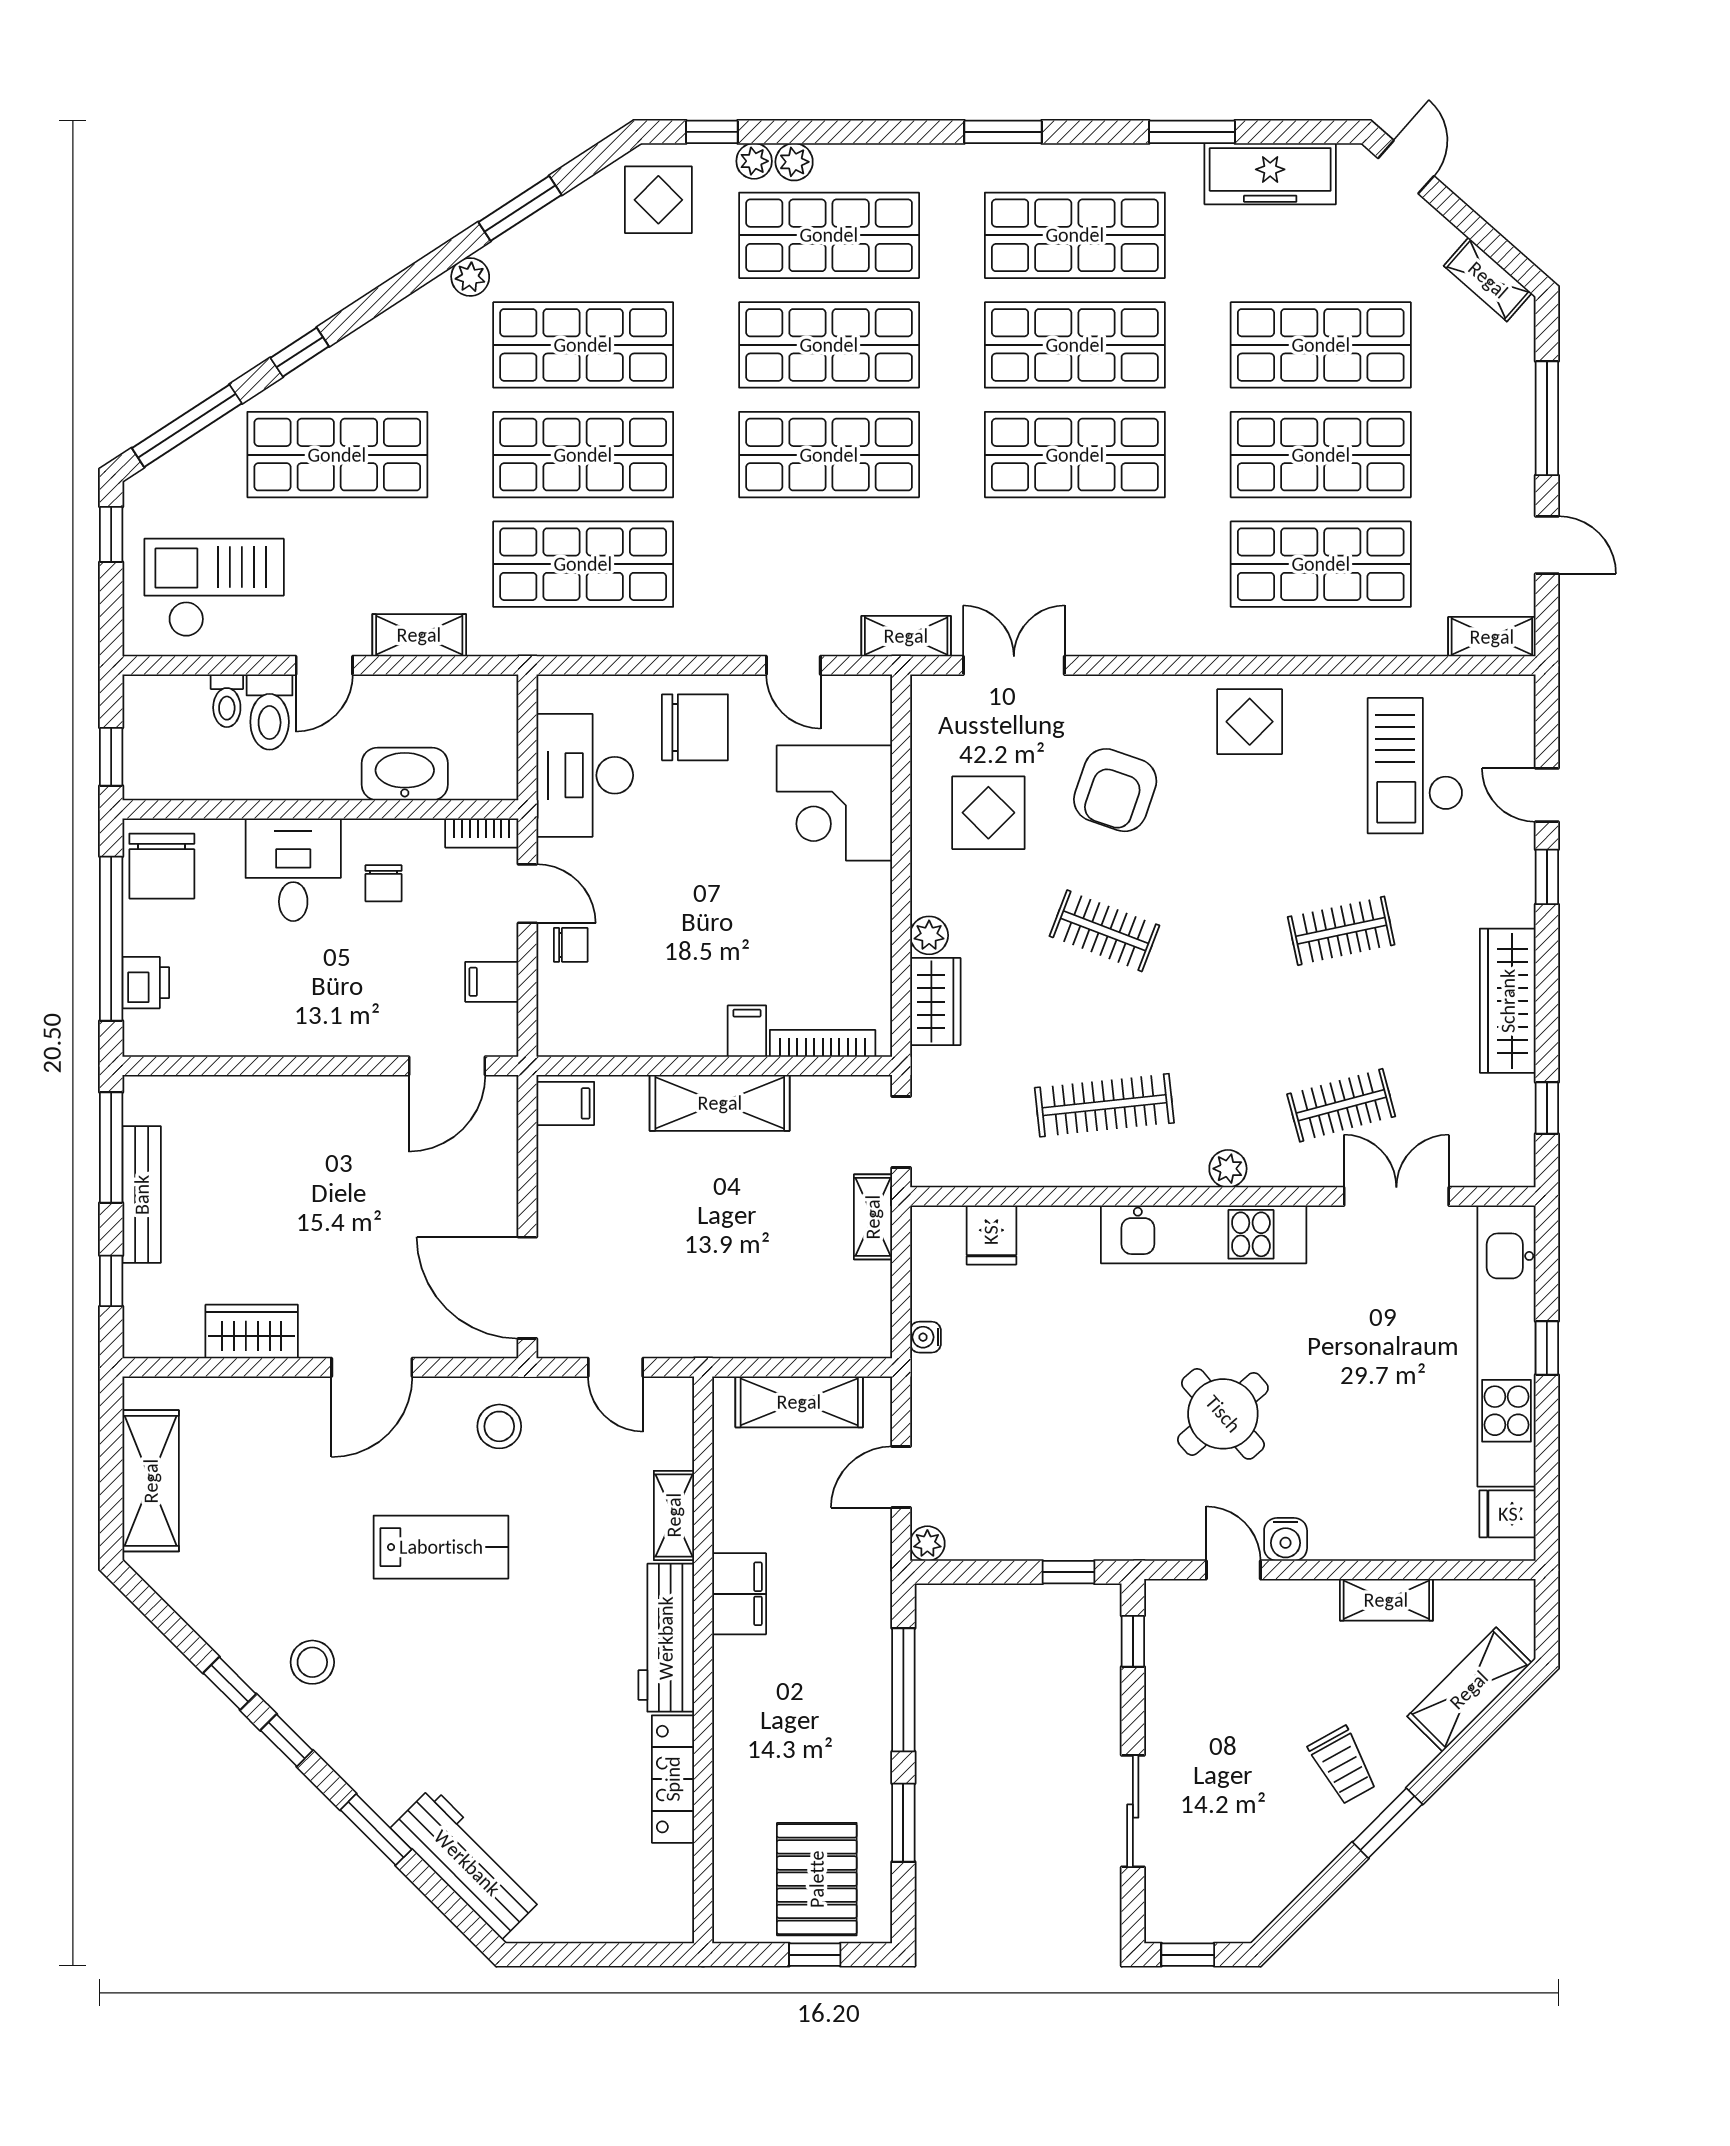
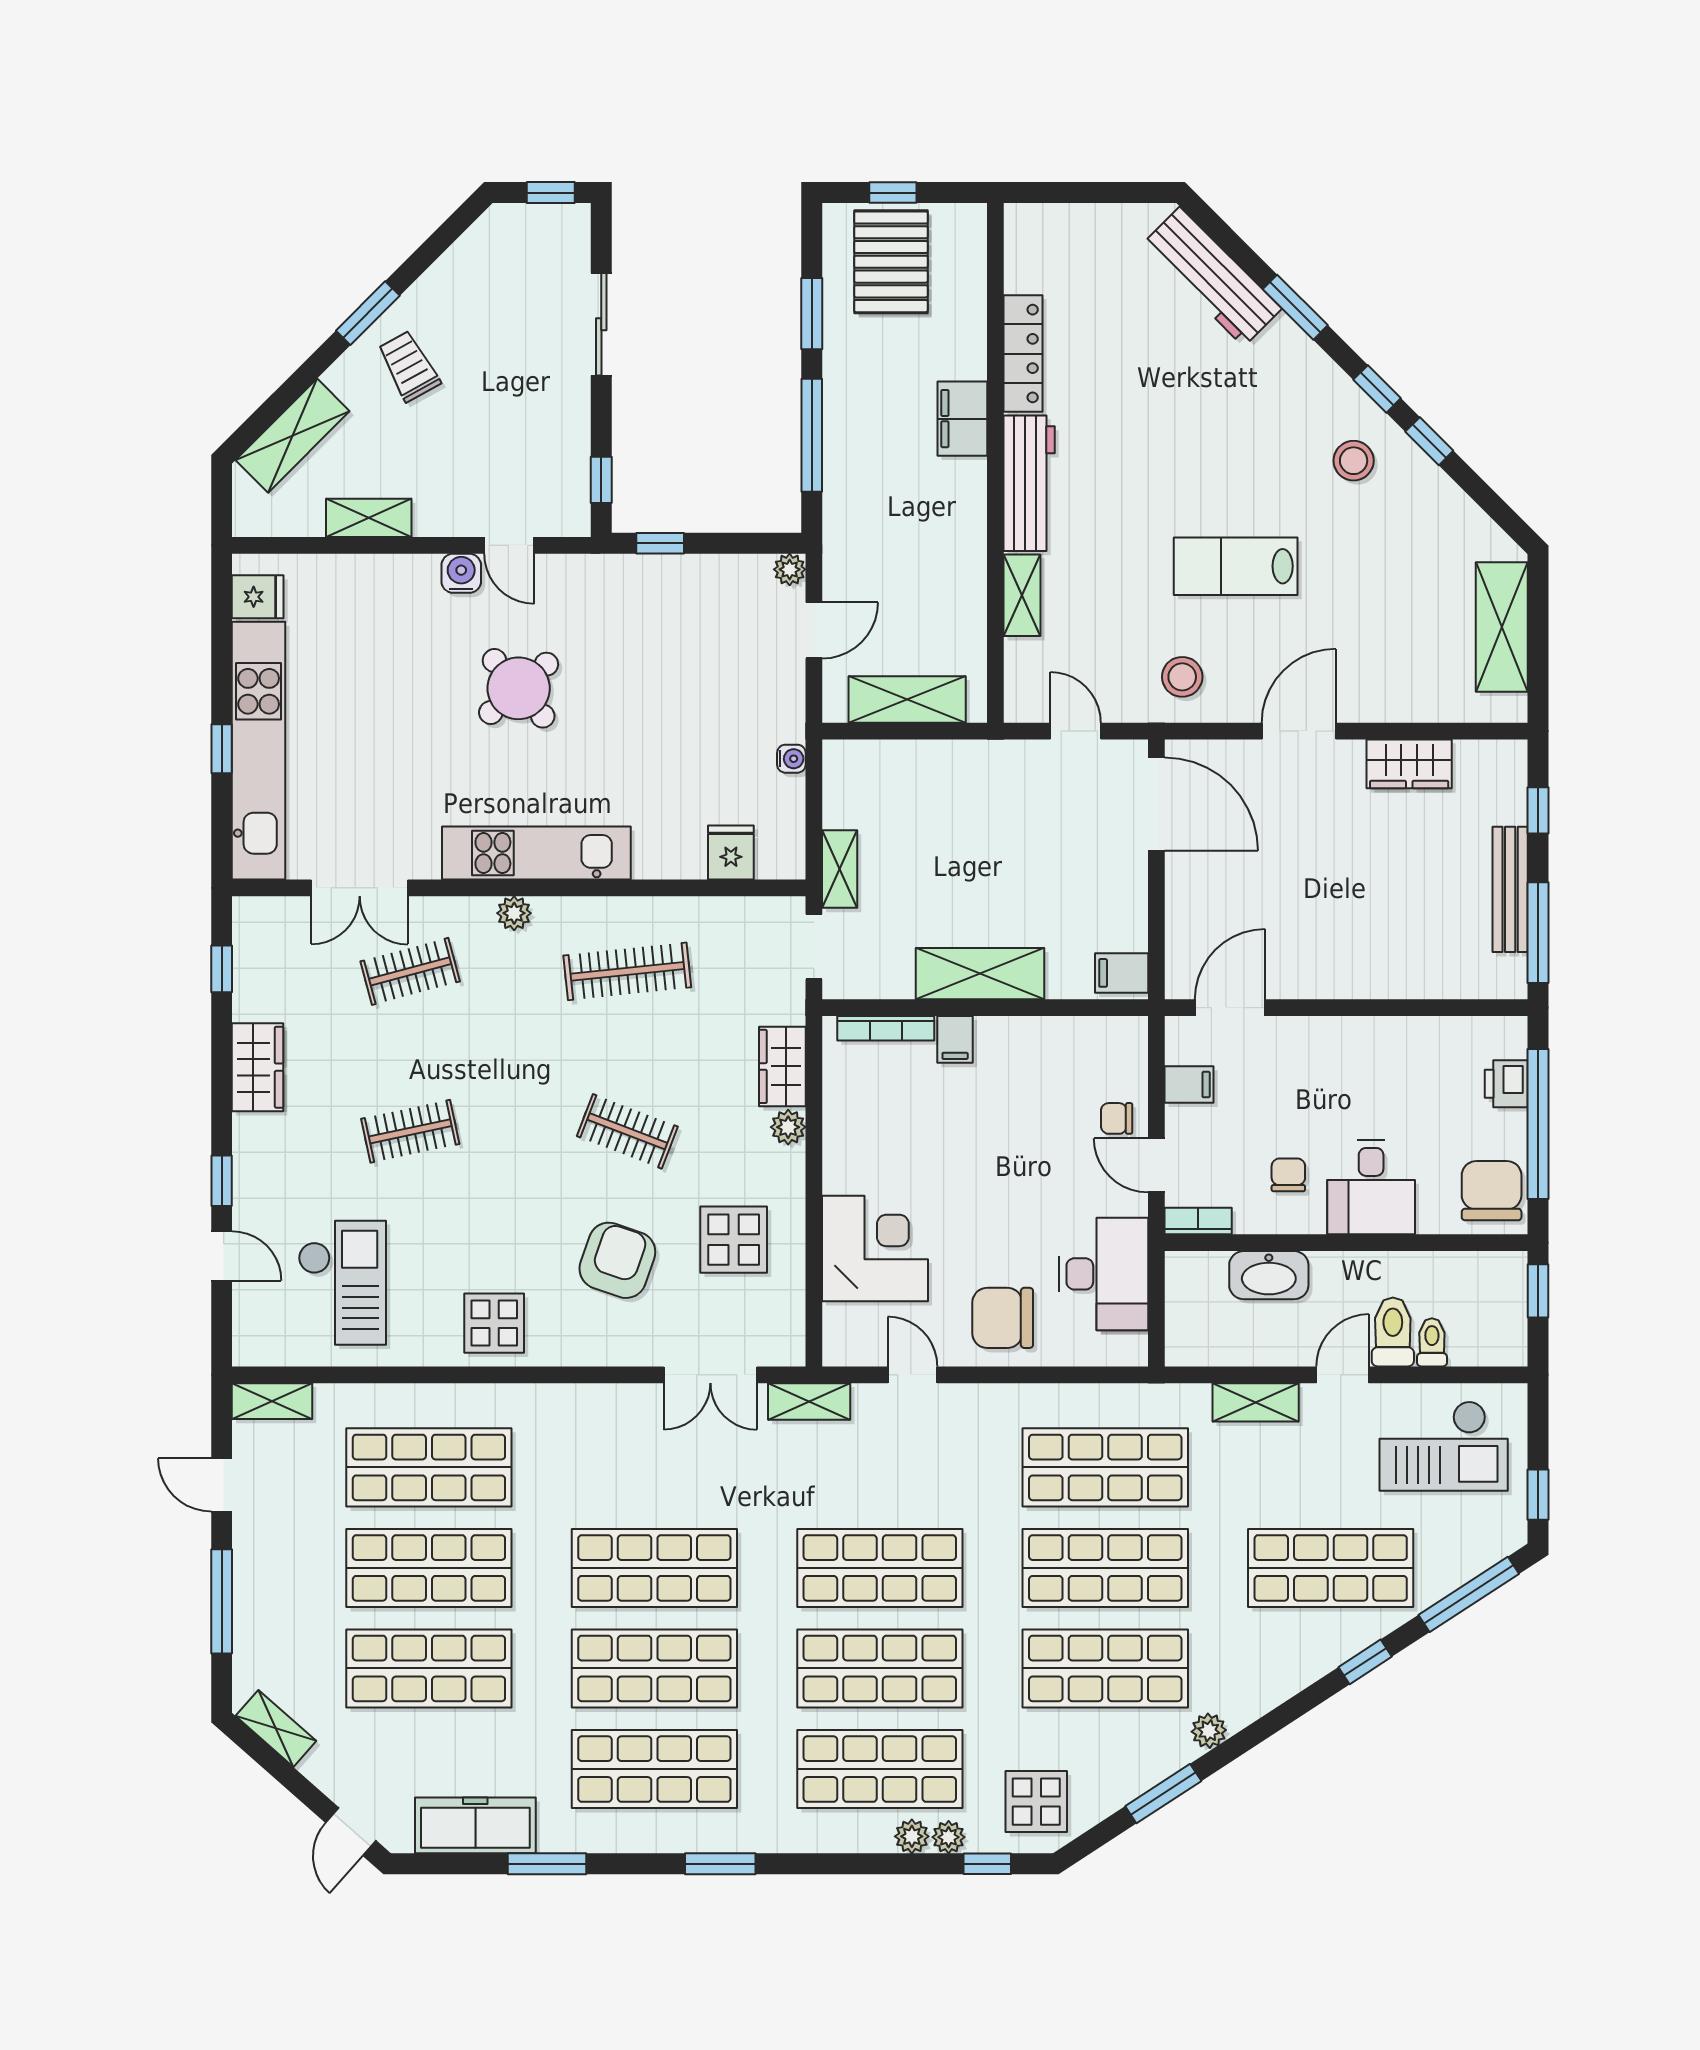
wardrobe: (1508, 1001) -> (258, 1067), width x0.67
filing cabinet: (739, 1594) -> (962, 419), moved

